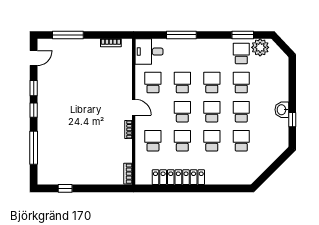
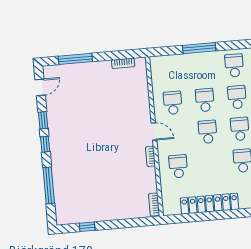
desk: (149, 52) -> (165, 69), removed
school desk: (182, 141) -> (234, 65), moved

